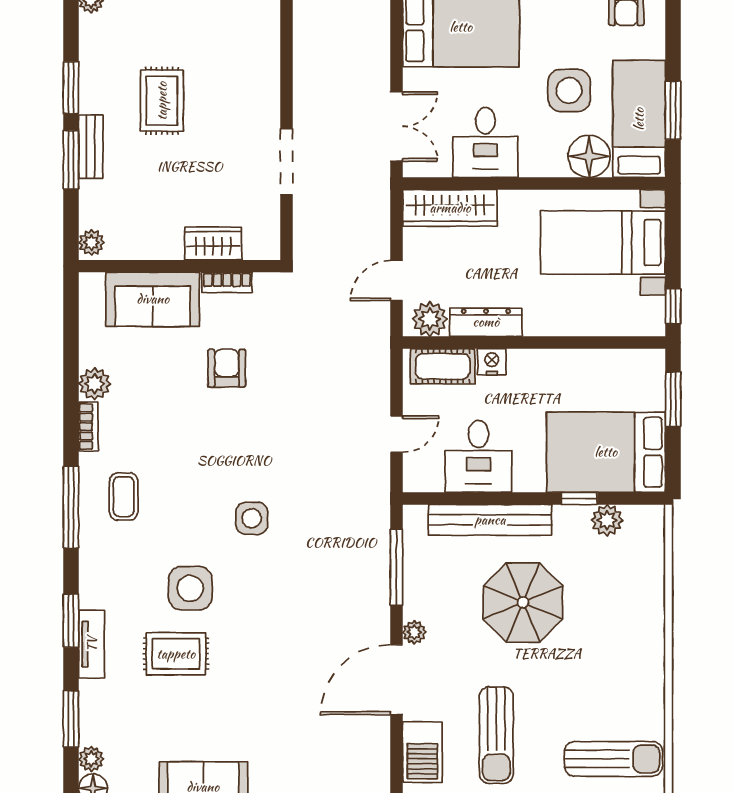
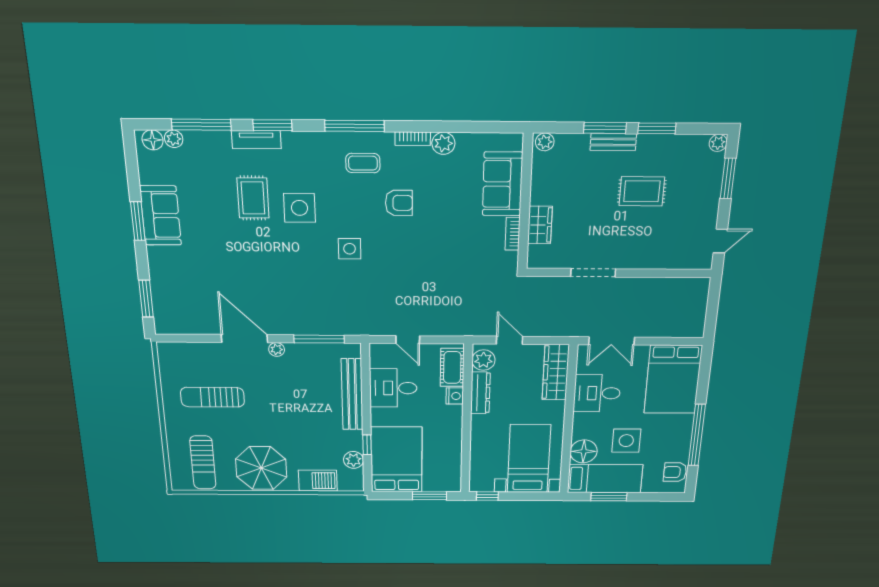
armchair: (227, 368) -> (399, 203), moved
parasol: (523, 602) -> (261, 468), moved
window: (71, 719) -> (201, 125), width x1.44
barbecue: (422, 752) -> (318, 481), moved, turned 180

